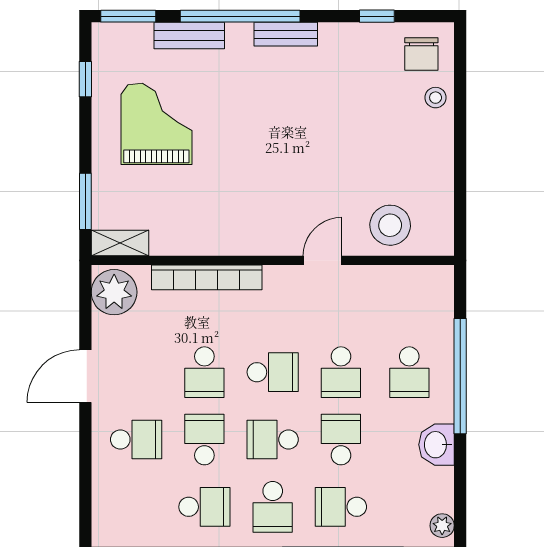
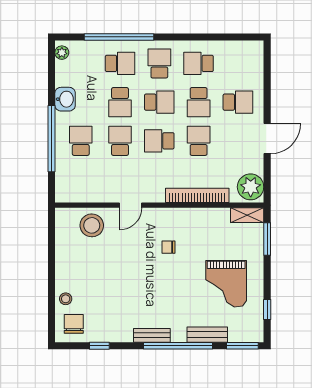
chair: (257, 187) -> (168, 247), added
school desk: (136, 440) -> (238, 102), turned 180

